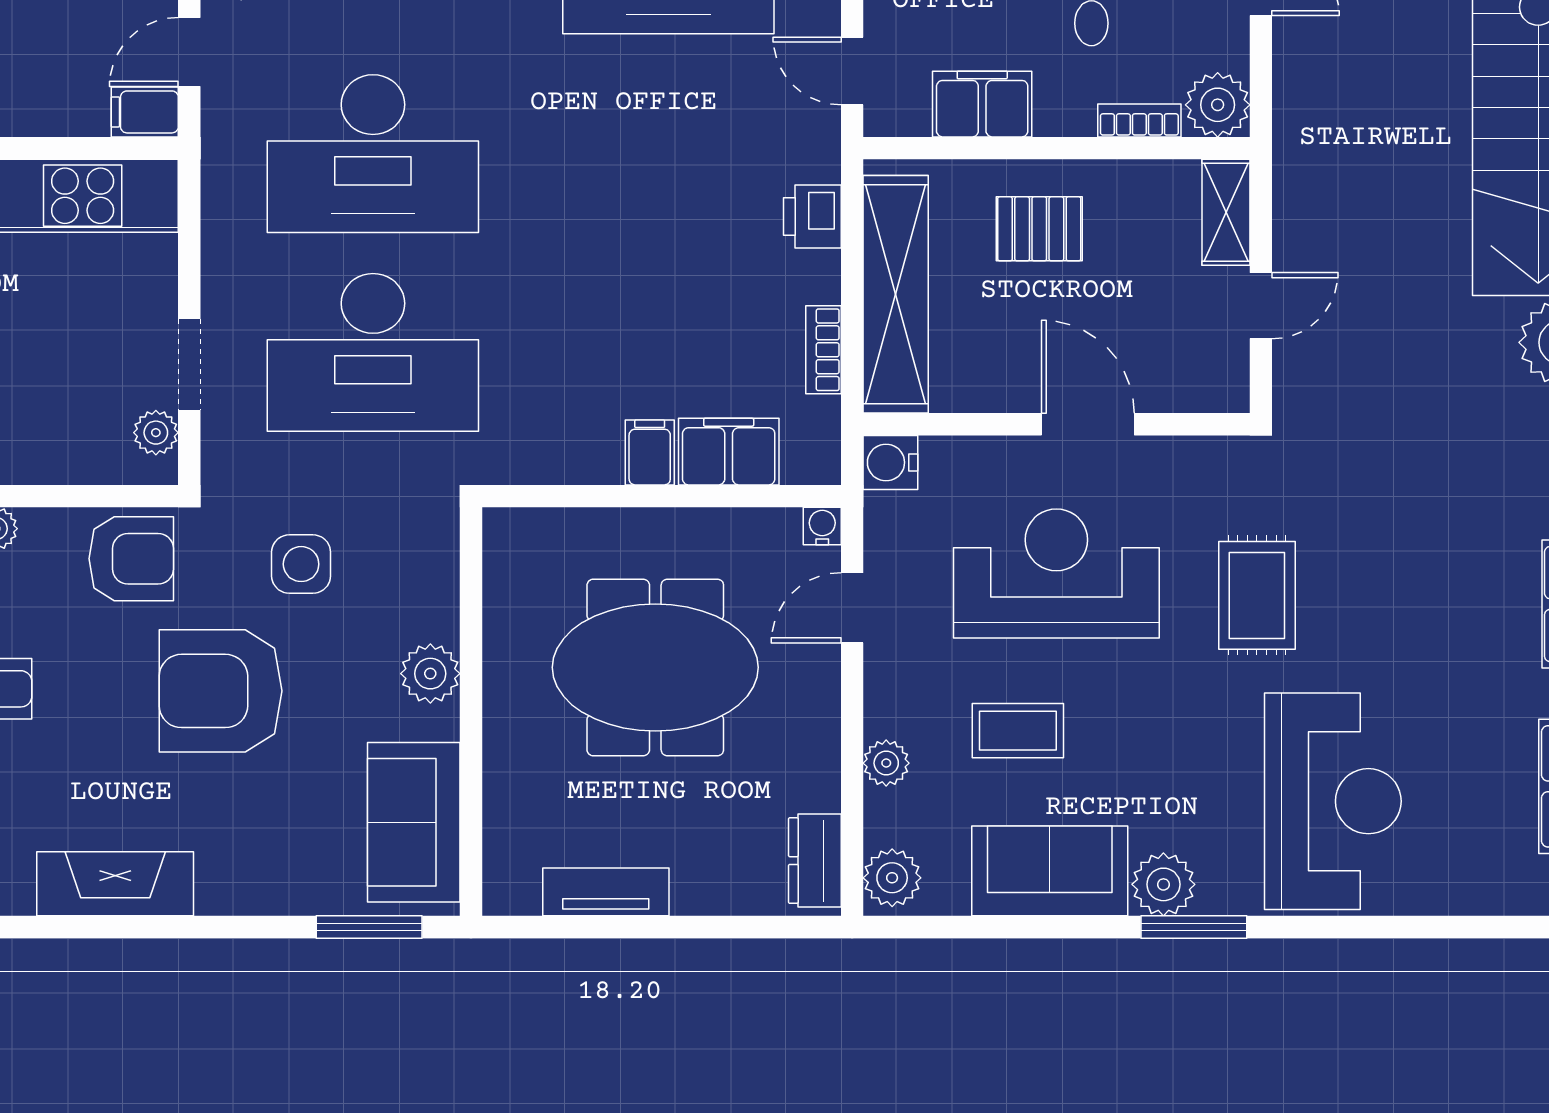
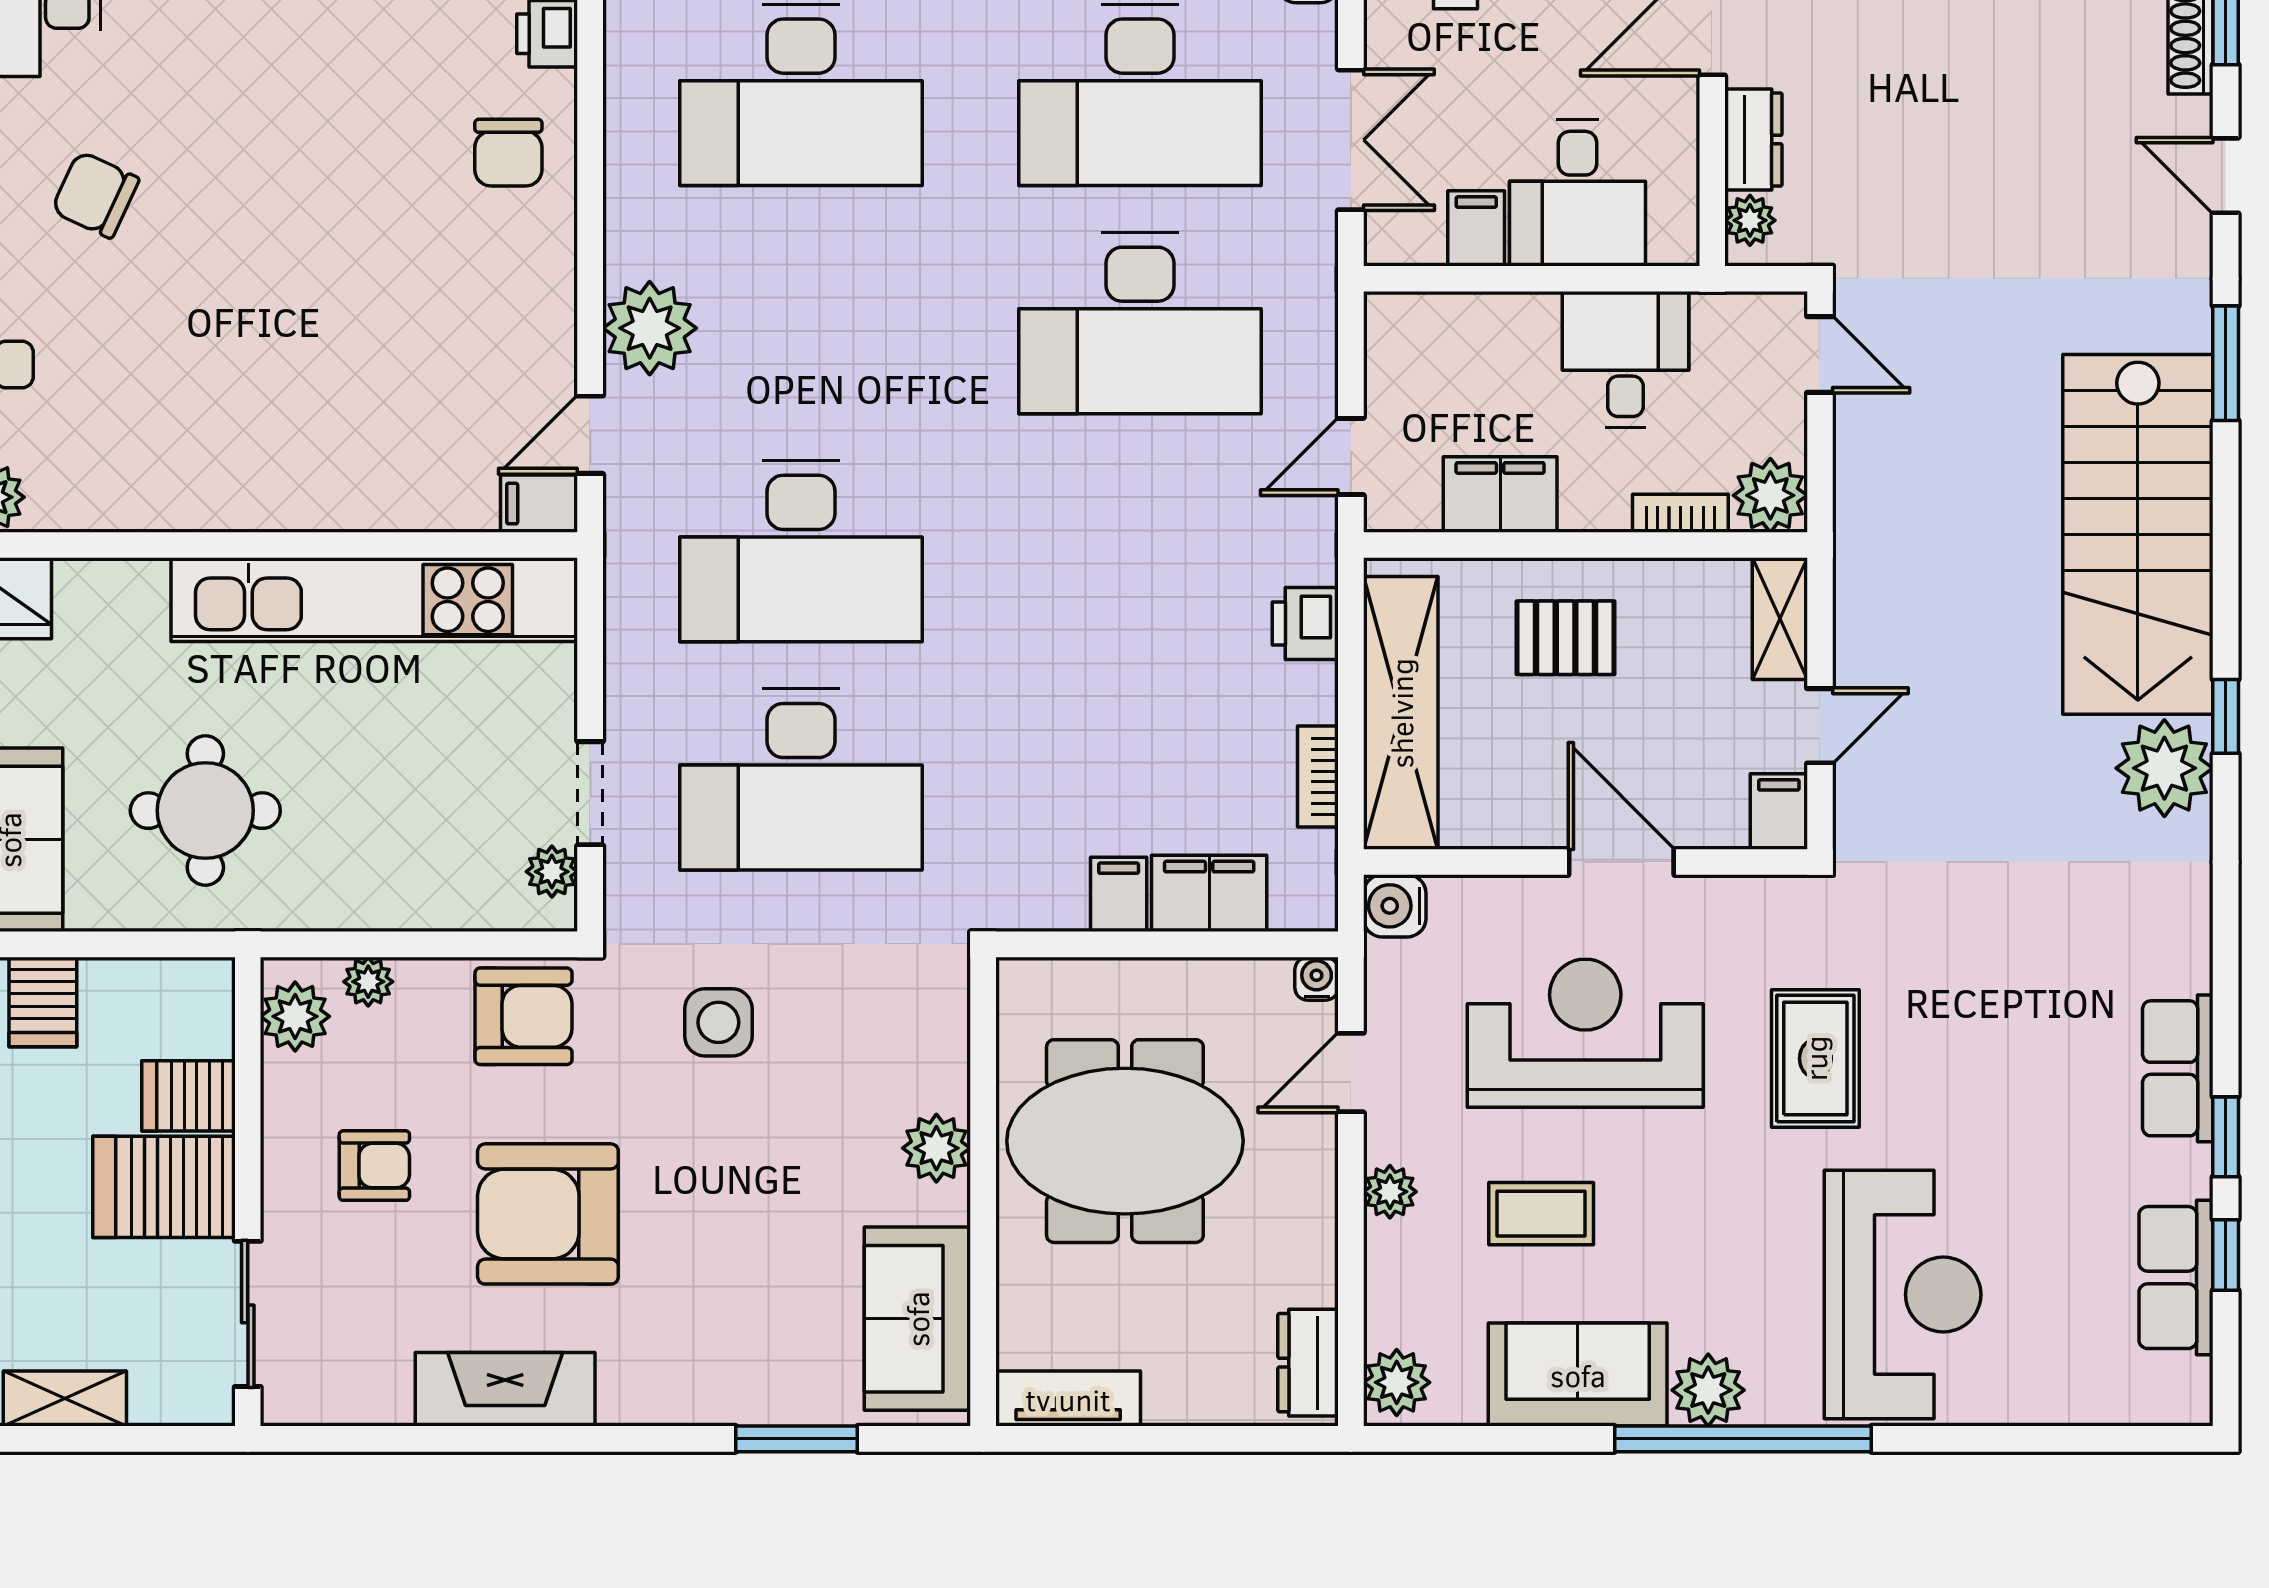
door: (852, 71) -> (1351, 457), hinge flipped
filing cabinet: (1225, 380) -> (1779, 811), added
plant: (430, 674) -> (936, 1148), moved
armchair: (221, 691) -> (548, 1214), moved
wall: (471, 712) -> (983, 1192), moved
plant: (886, 763) -> (1390, 1192), moved
sofa: (414, 822) -> (917, 1319), moved
window: (1194, 927) -> (1743, 1439), width x2.11

